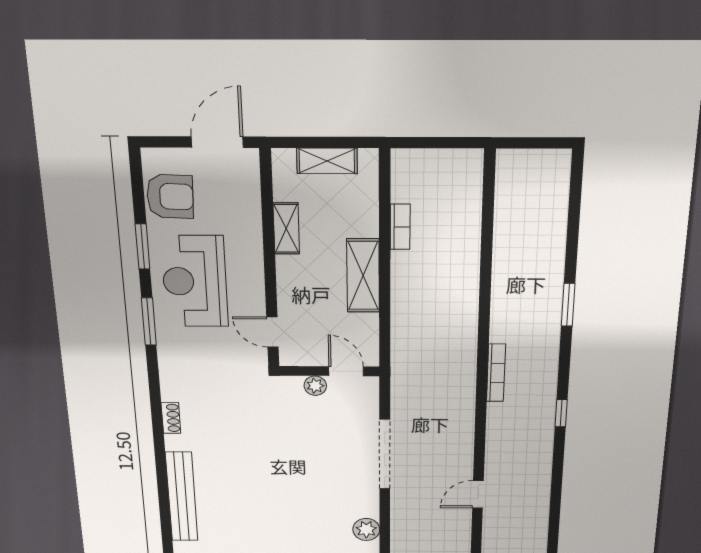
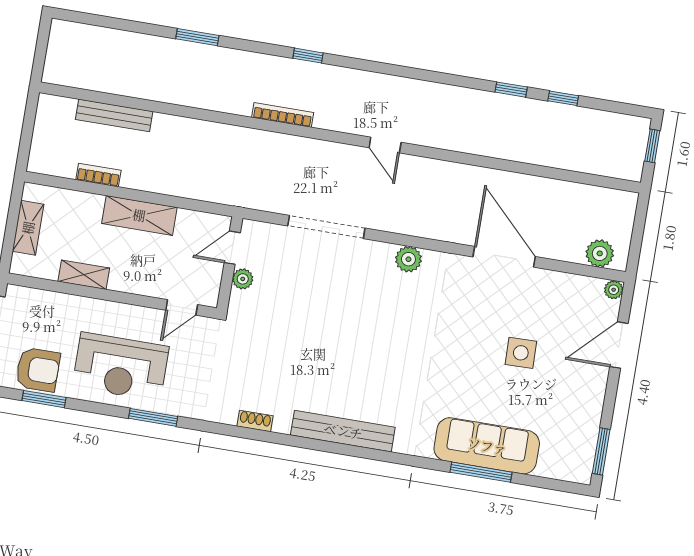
armchair: (170, 196) -> (38, 370), turned 88
bench: (470, 233) -> (114, 115), added
window: (143, 247) -> (44, 399), moved
bookcase: (496, 373) -> (283, 115), moved

